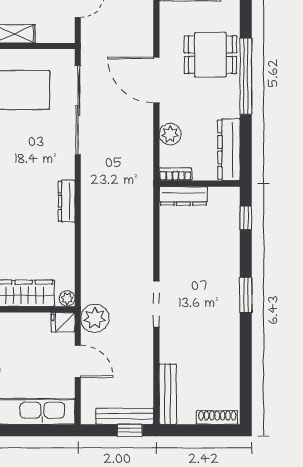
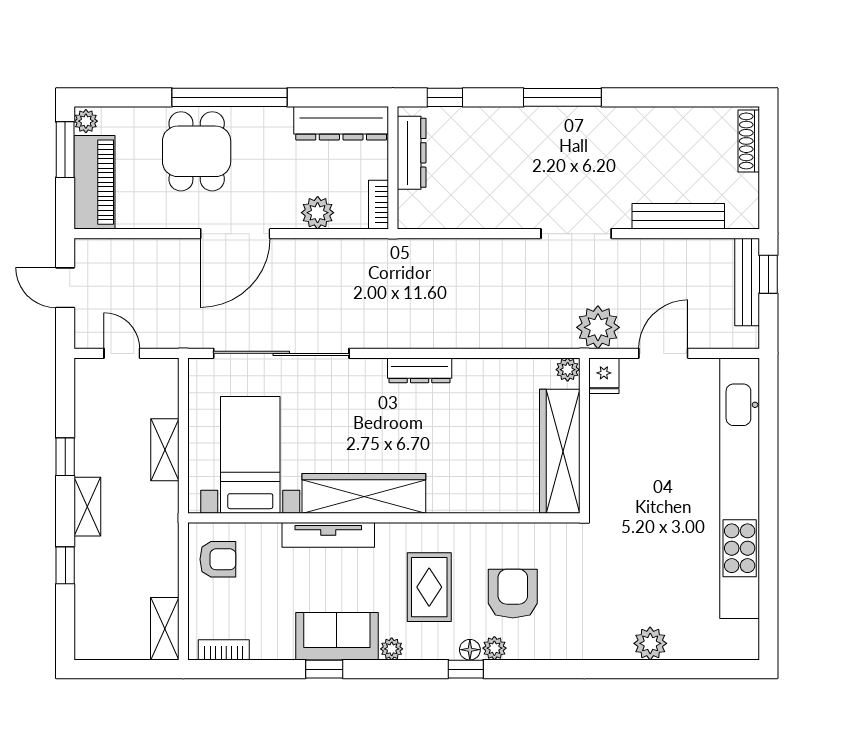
dresser: (183, 196) -> (412, 153), moved
window: (246, 295) -> (562, 97), width x1.44
bench: (168, 394) -> (678, 216), moved

